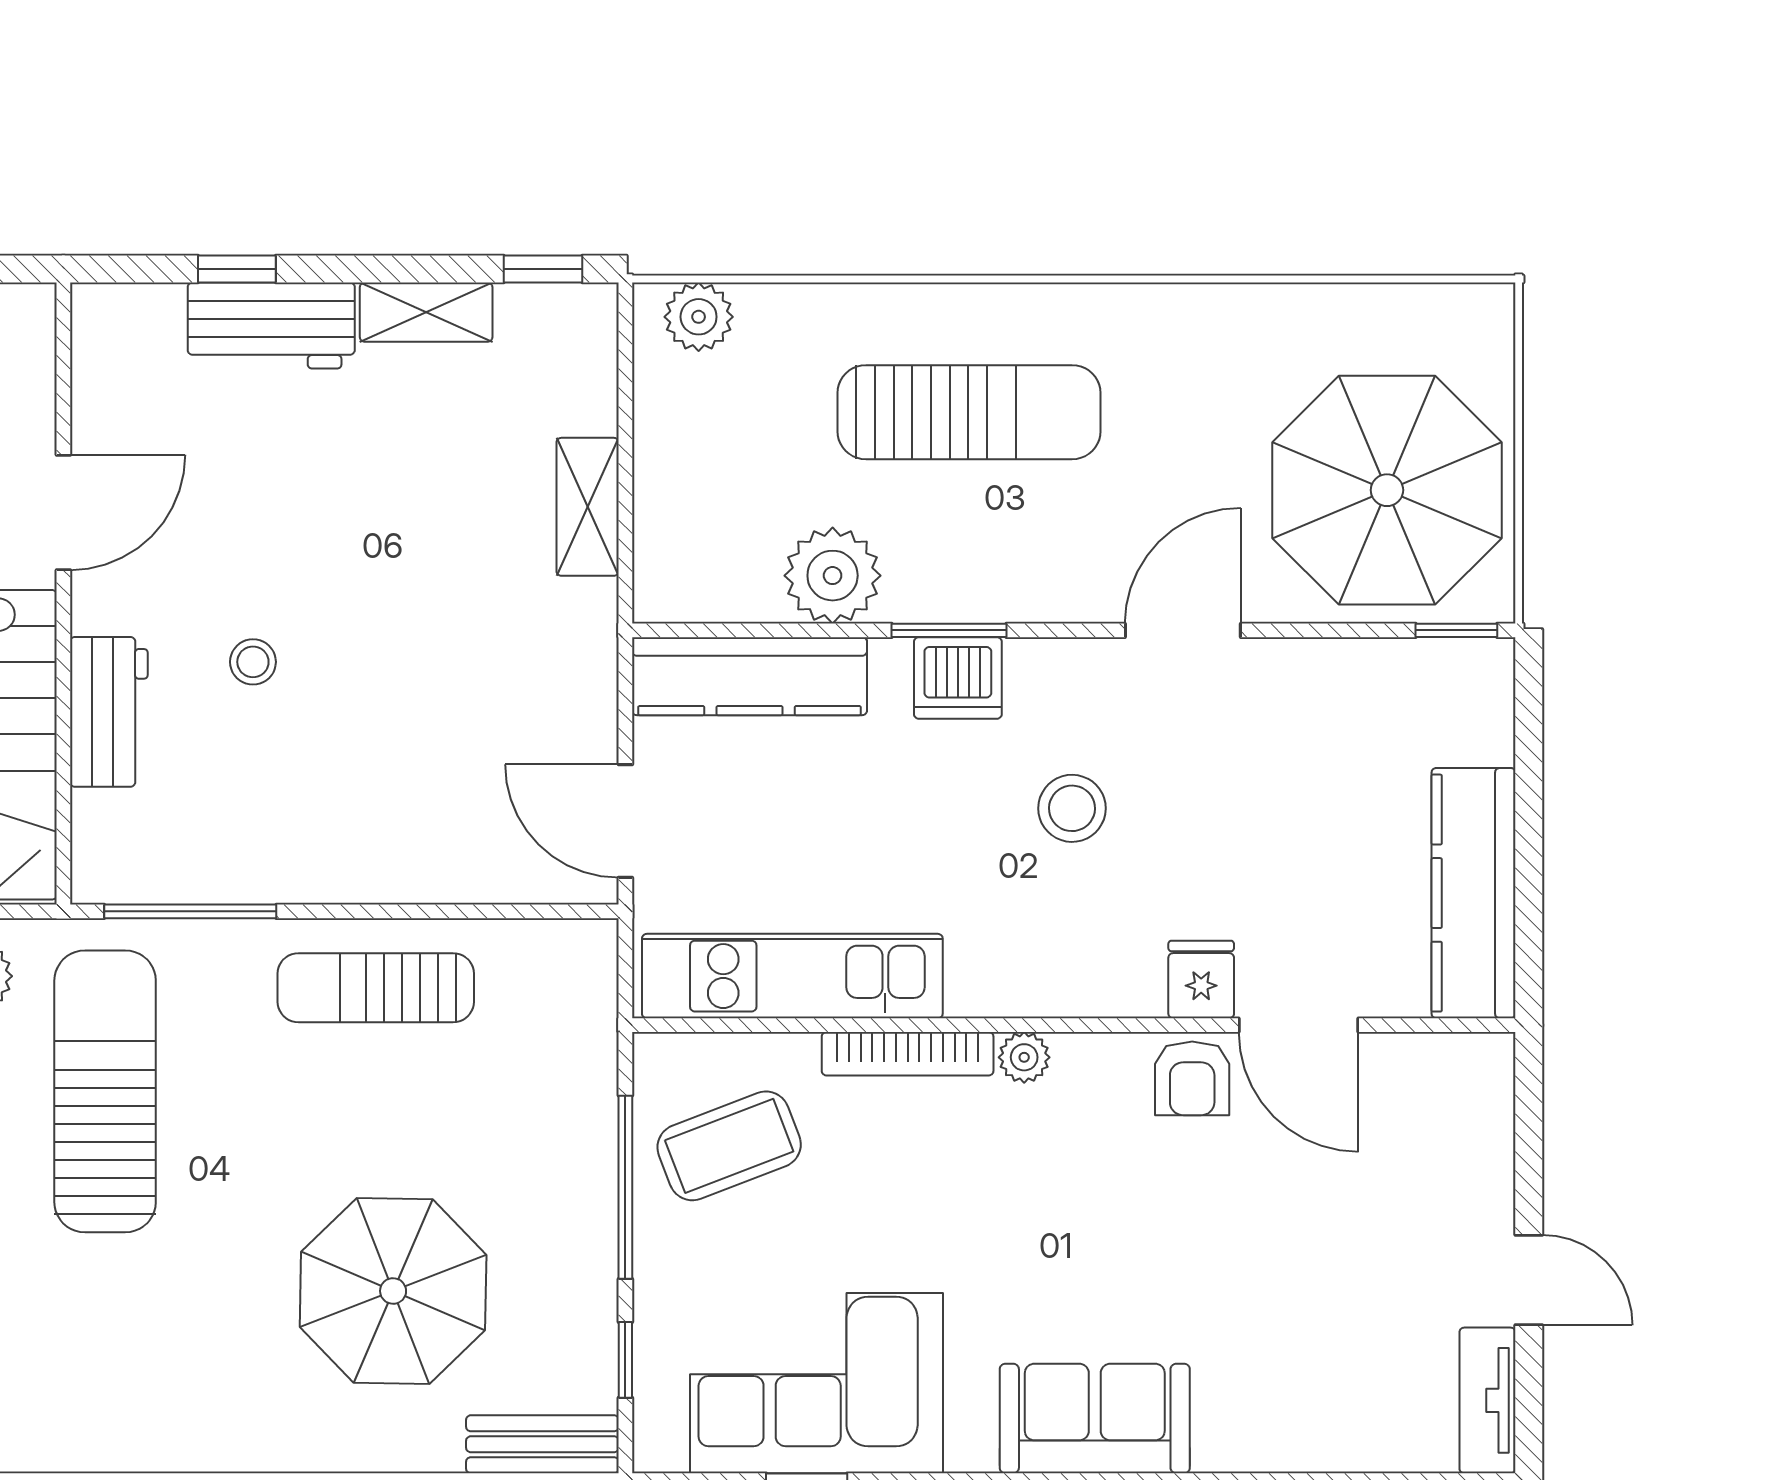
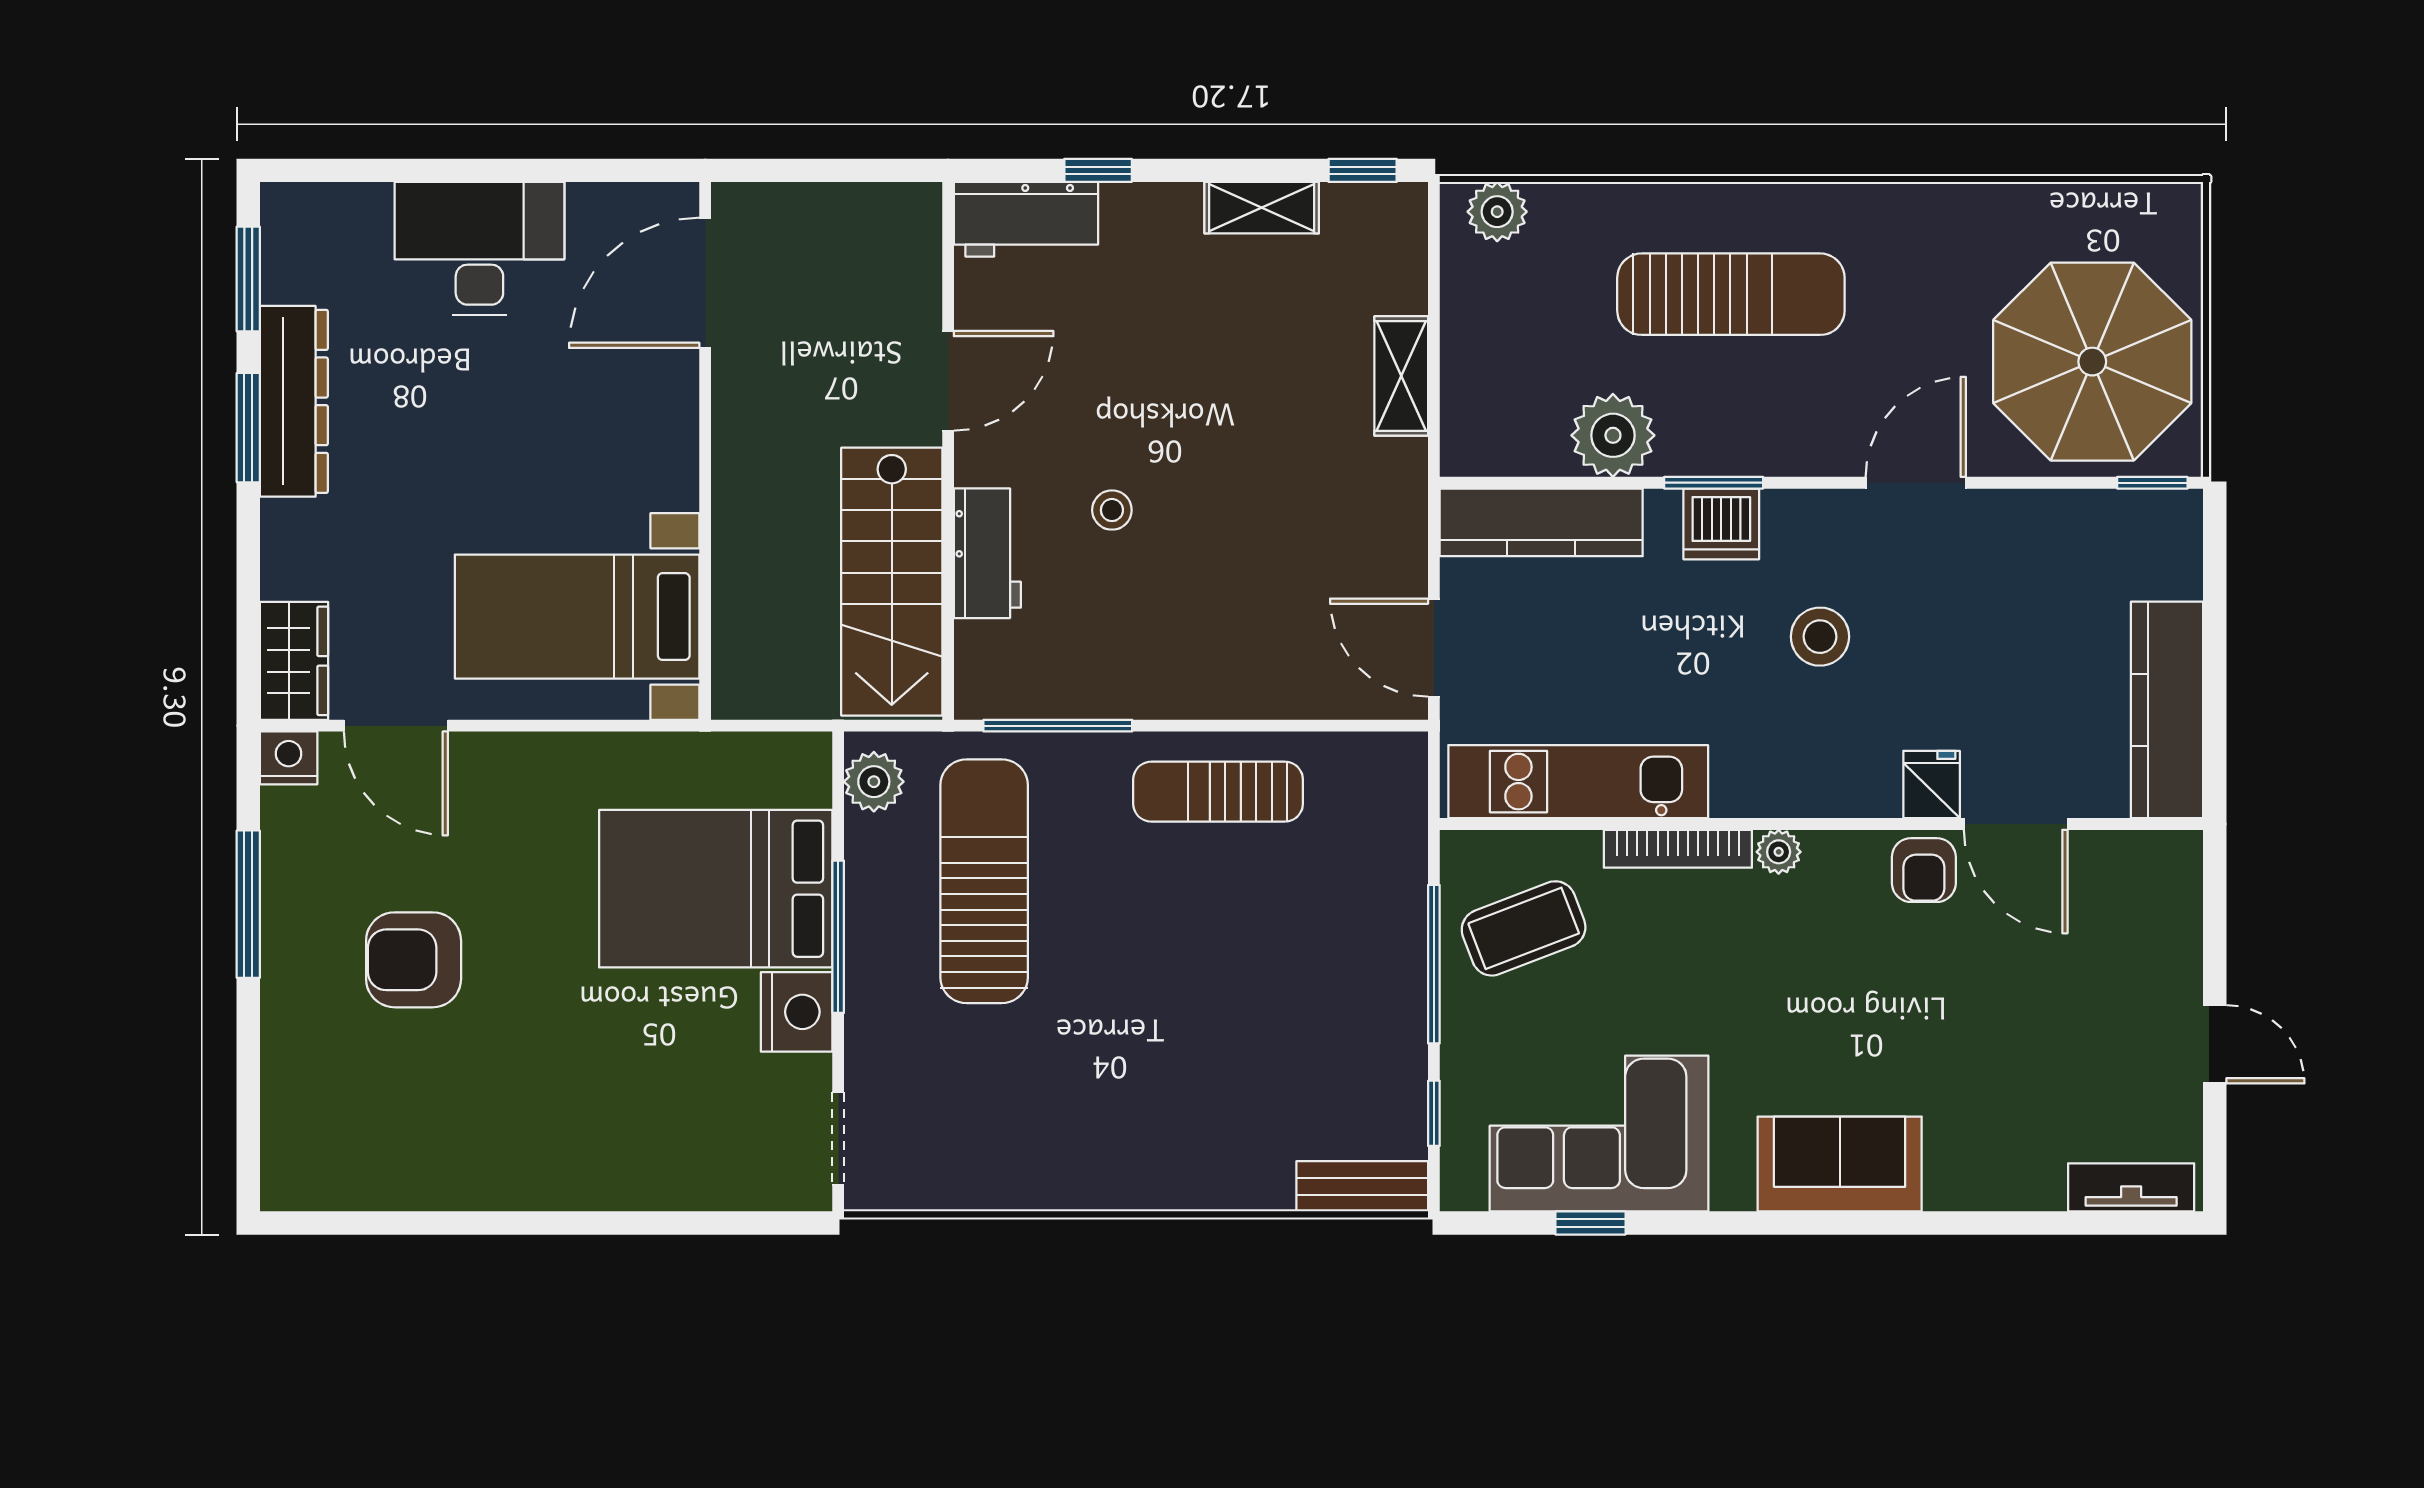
workbench: (271, 326) -> (1026, 219), moved
parasol: (393, 1291) -> (1233, 1054), removed
tv unit: (1487, 1400) -> (2131, 1187), moved, turned 90

